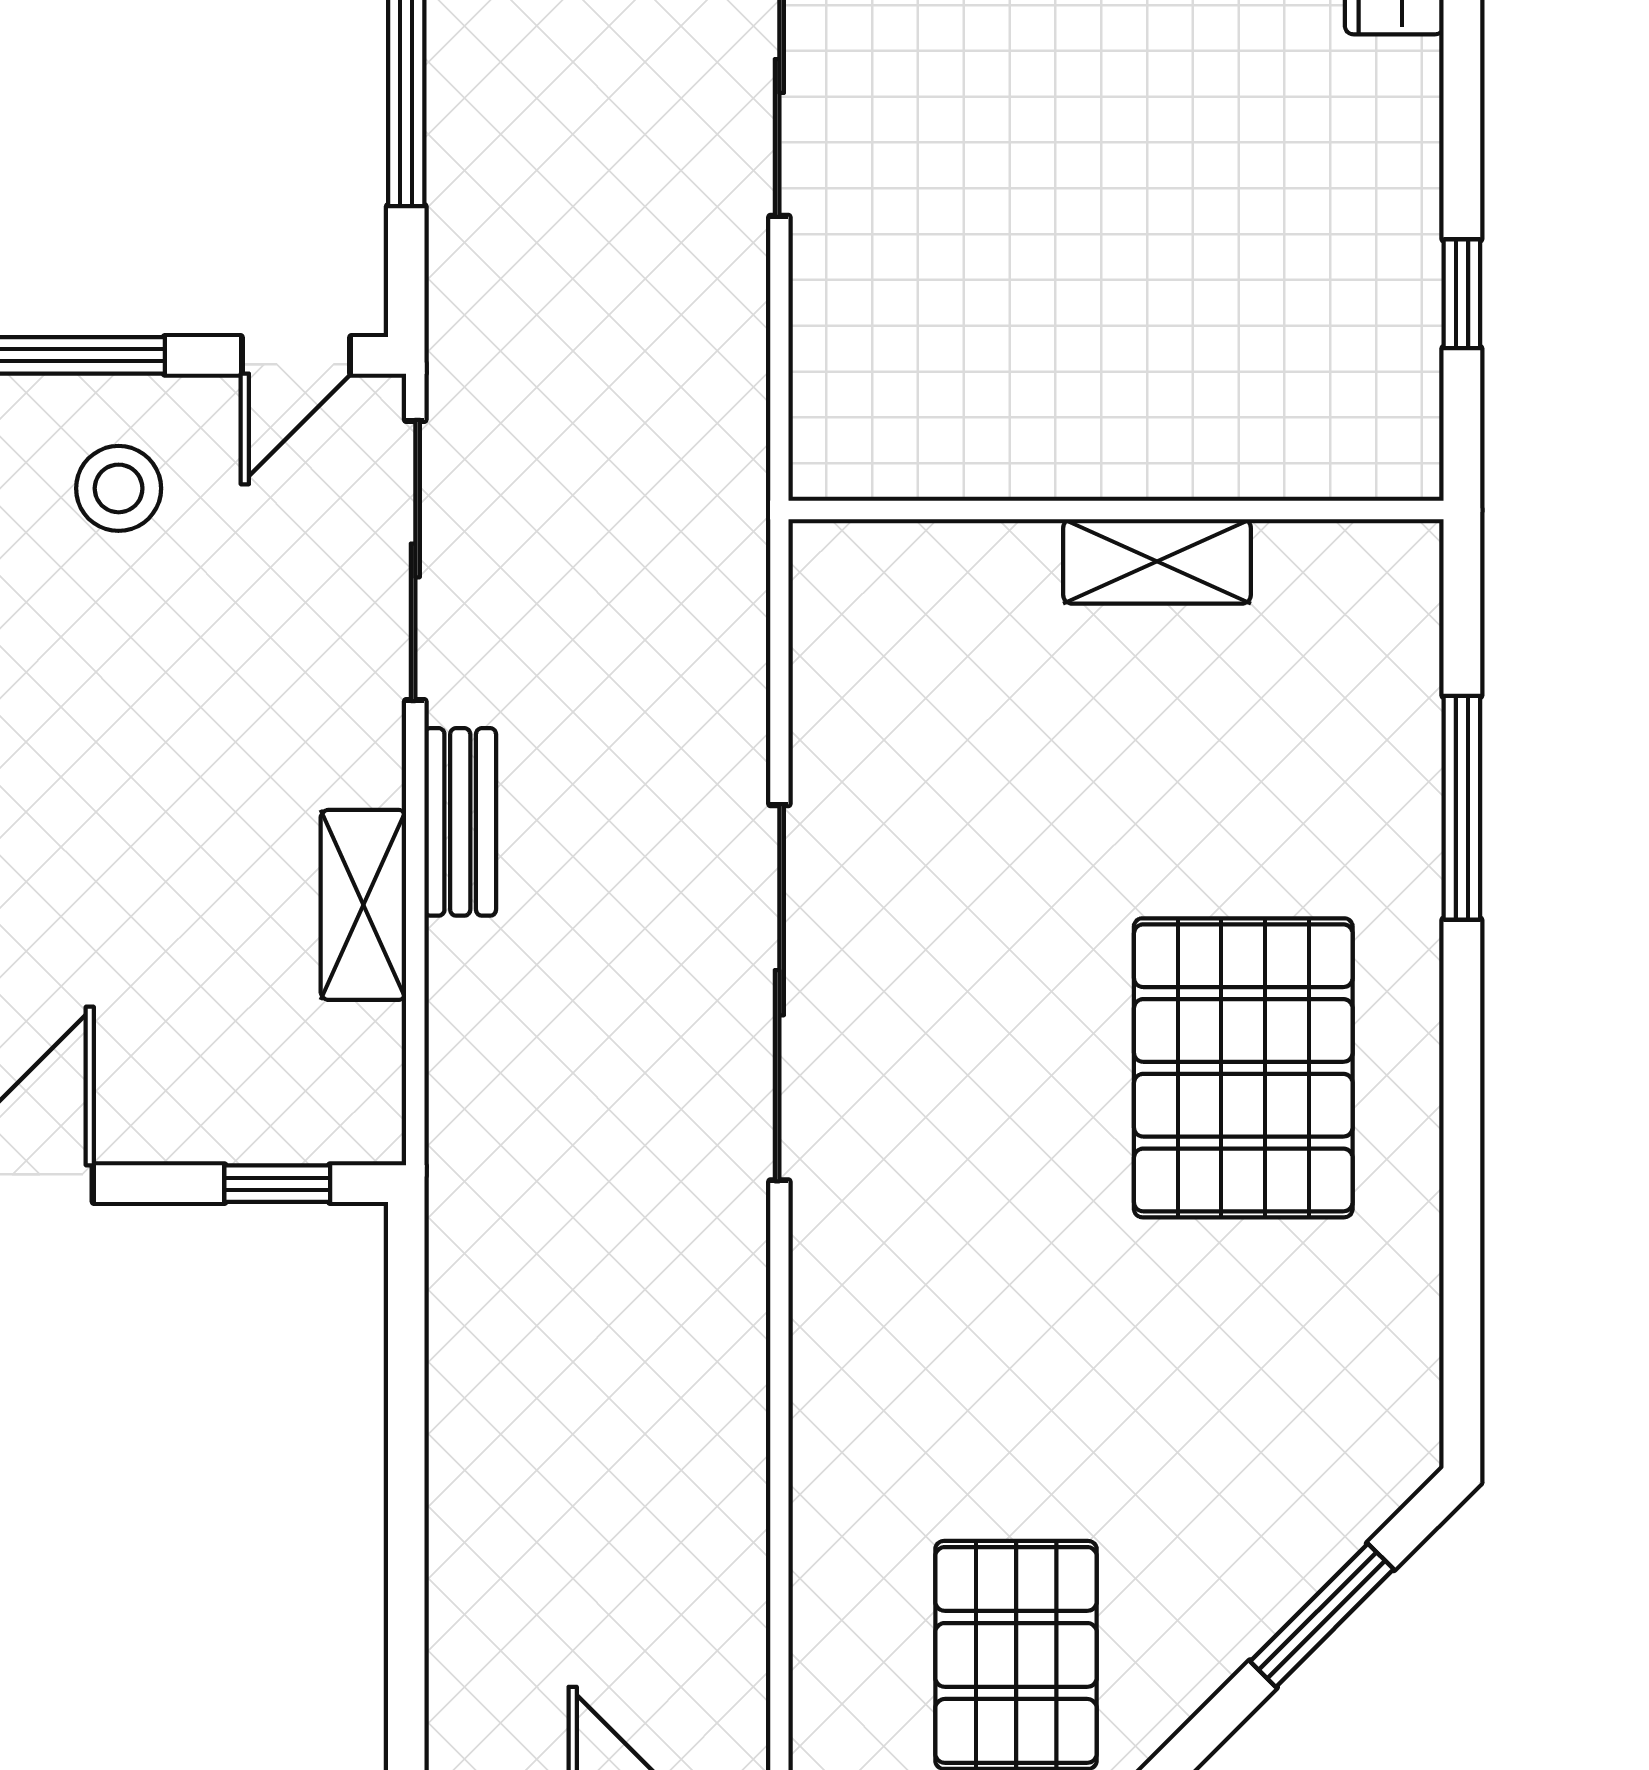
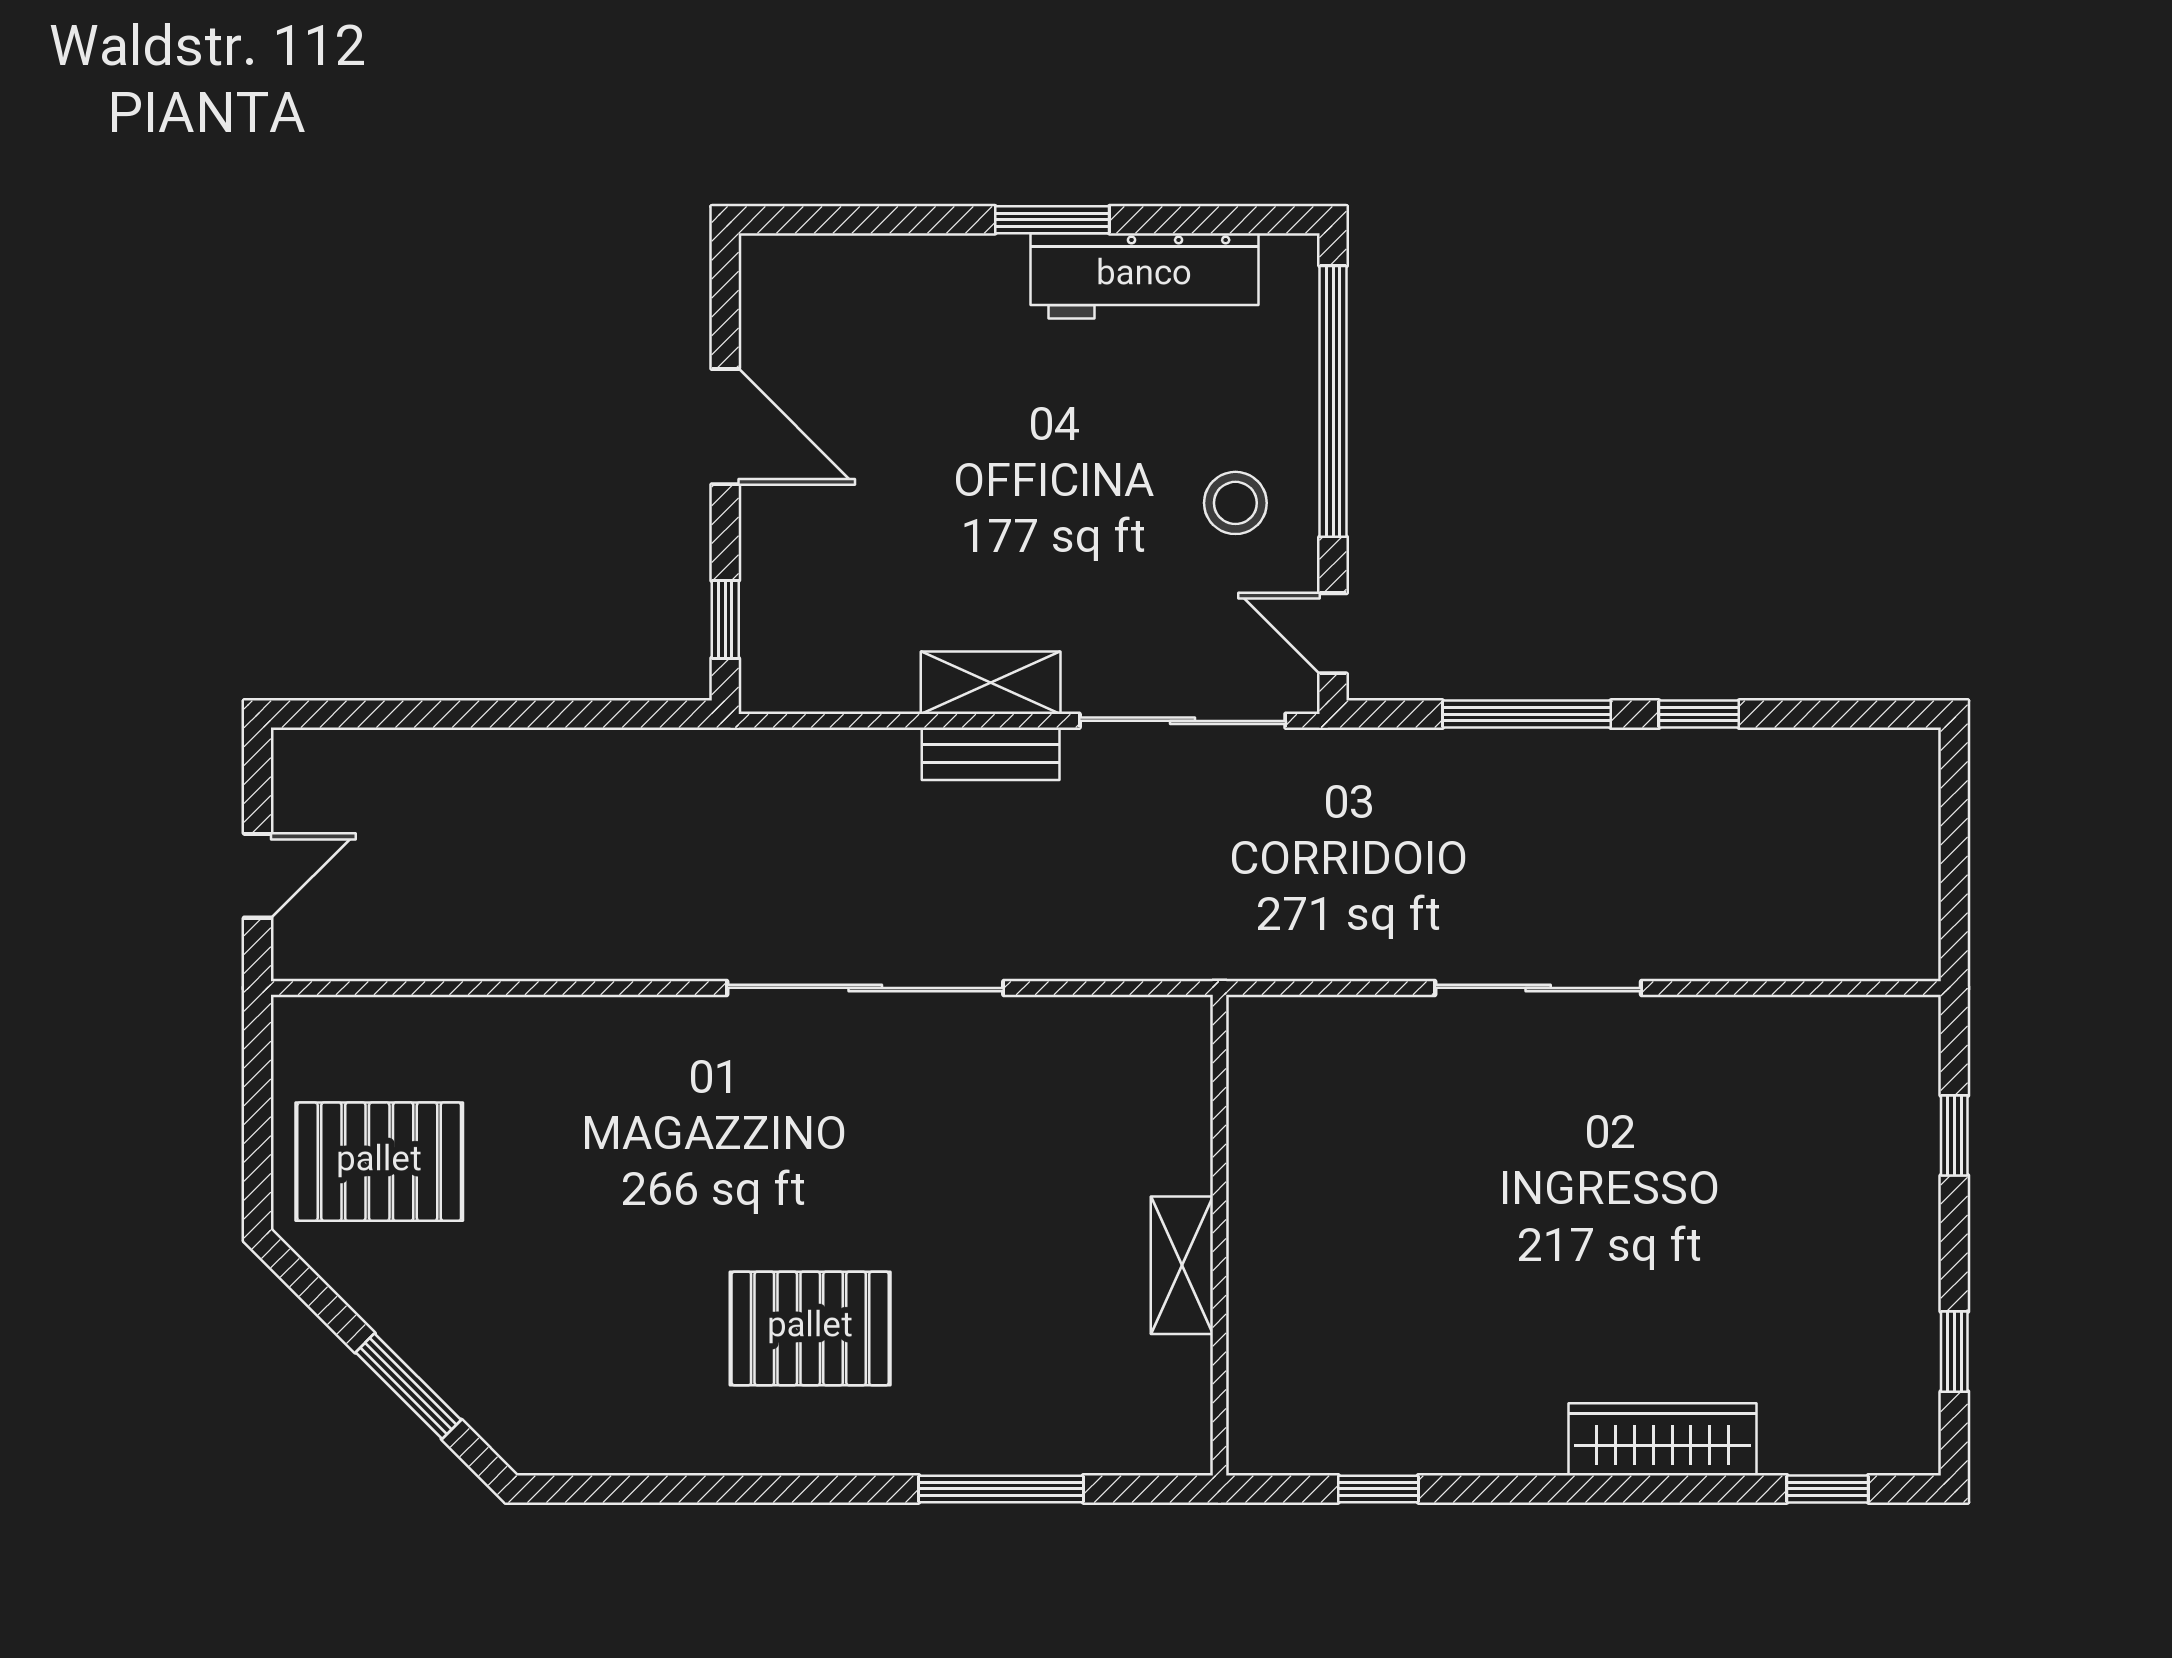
shelving: (363, 905) -> (991, 683), moved
pallet: (1243, 1068) -> (810, 1328), width x0.73, depth x0.71

